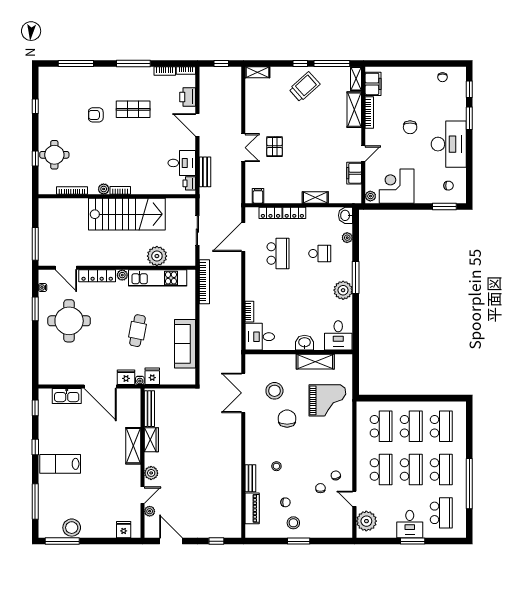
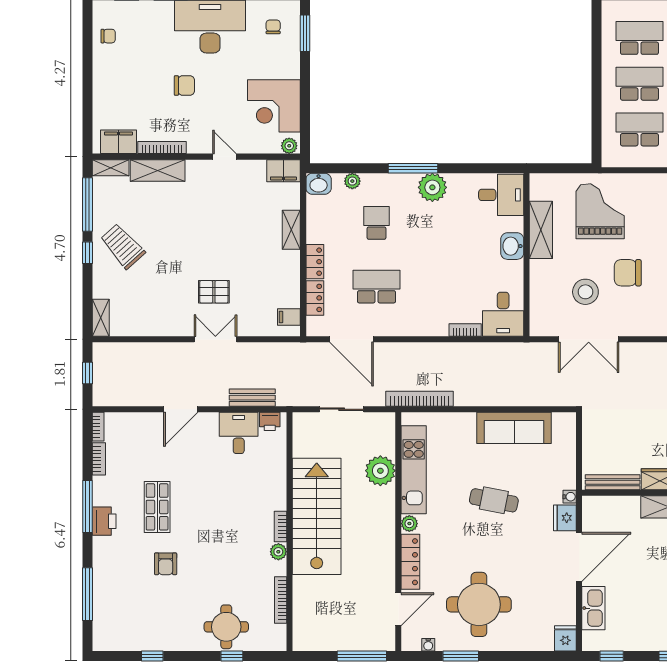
printer: (188, 97) -> (104, 521), moved, turned -90
filing cabinet: (354, 173) -> (283, 171), moved
fridge: (152, 376) -> (565, 638), moved, turned 90

